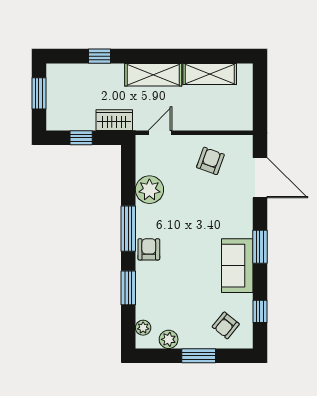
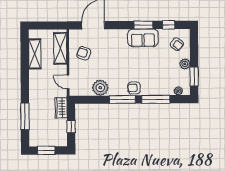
window: (99, 56) -> (25, 116), width x2.17
shelving: (153, 75) -> (60, 48), moved
window: (260, 247) -> (143, 25), moved
window: (128, 288) -> (156, 99), width x1.44
plant: (169, 339) -> (185, 64), moved
window: (199, 356) -> (194, 77), moved

